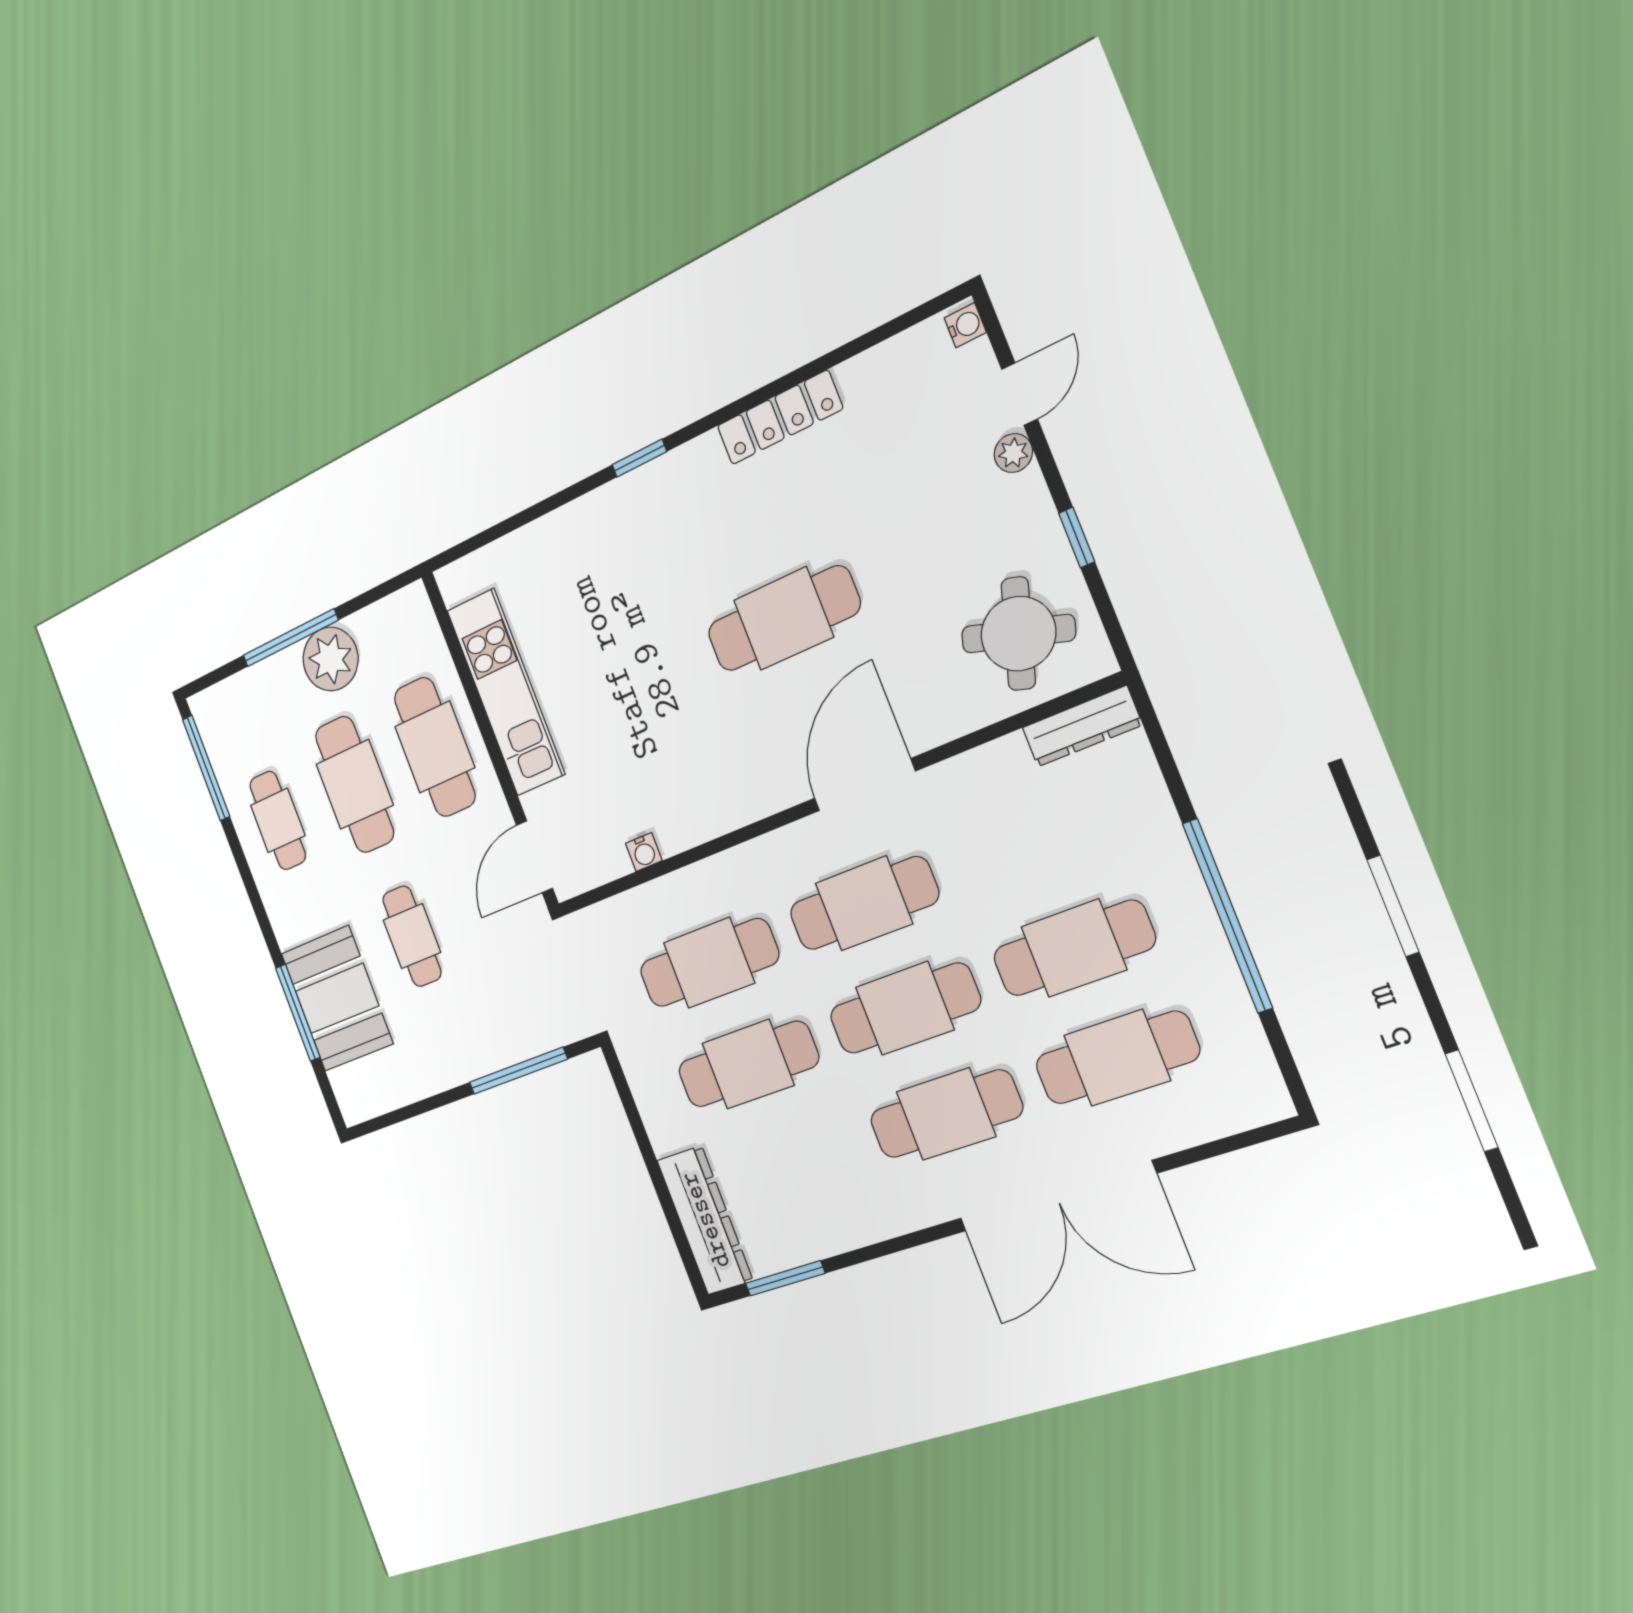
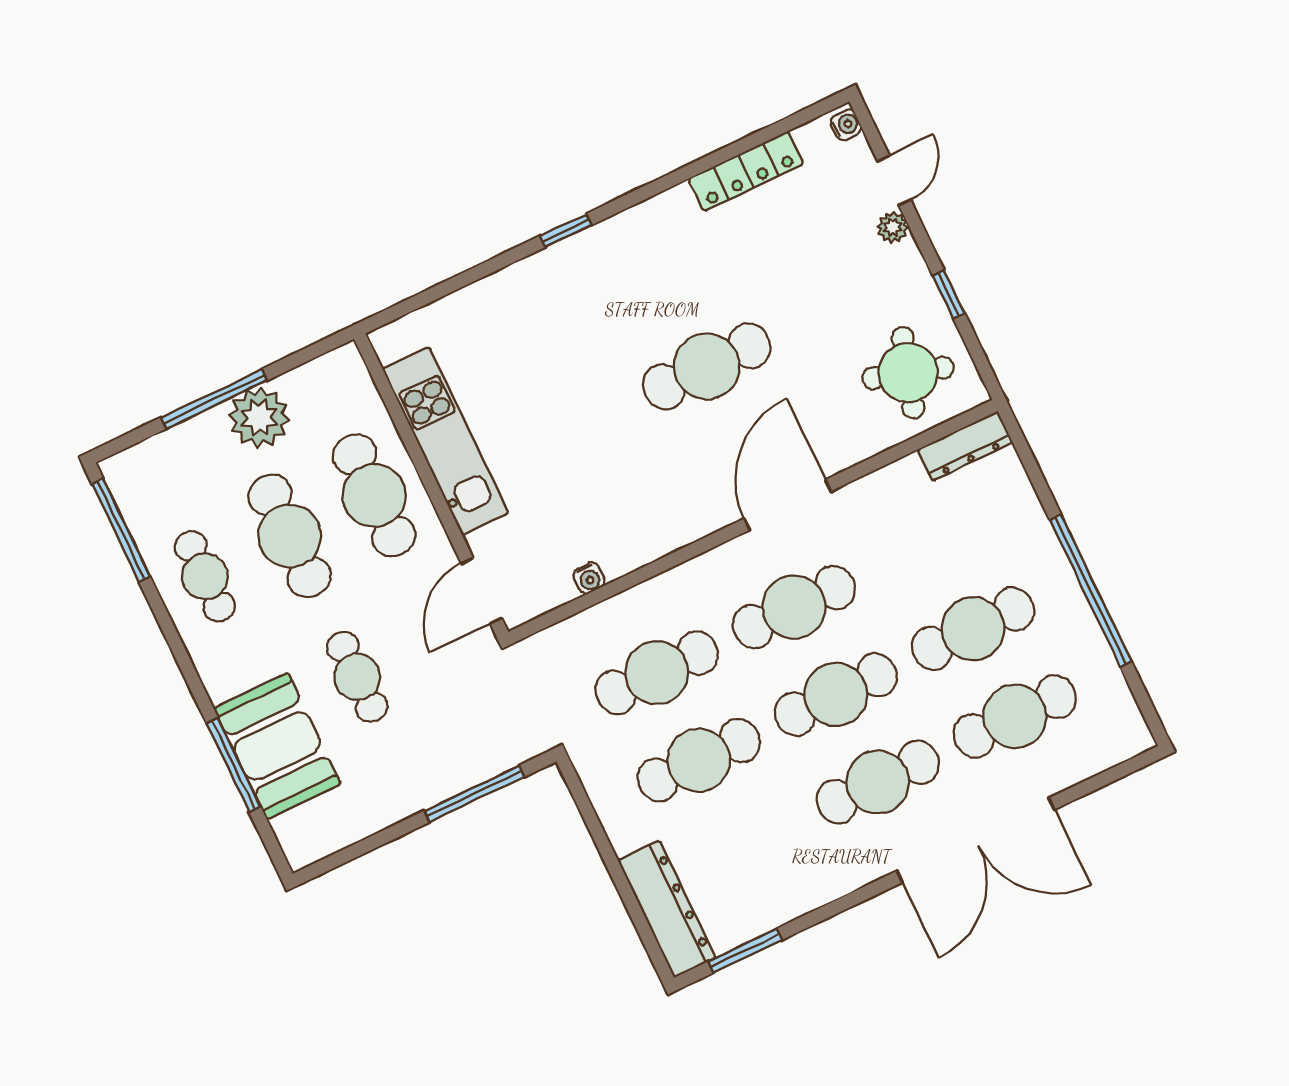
locker: (780, 417) -> (746, 171), moved

